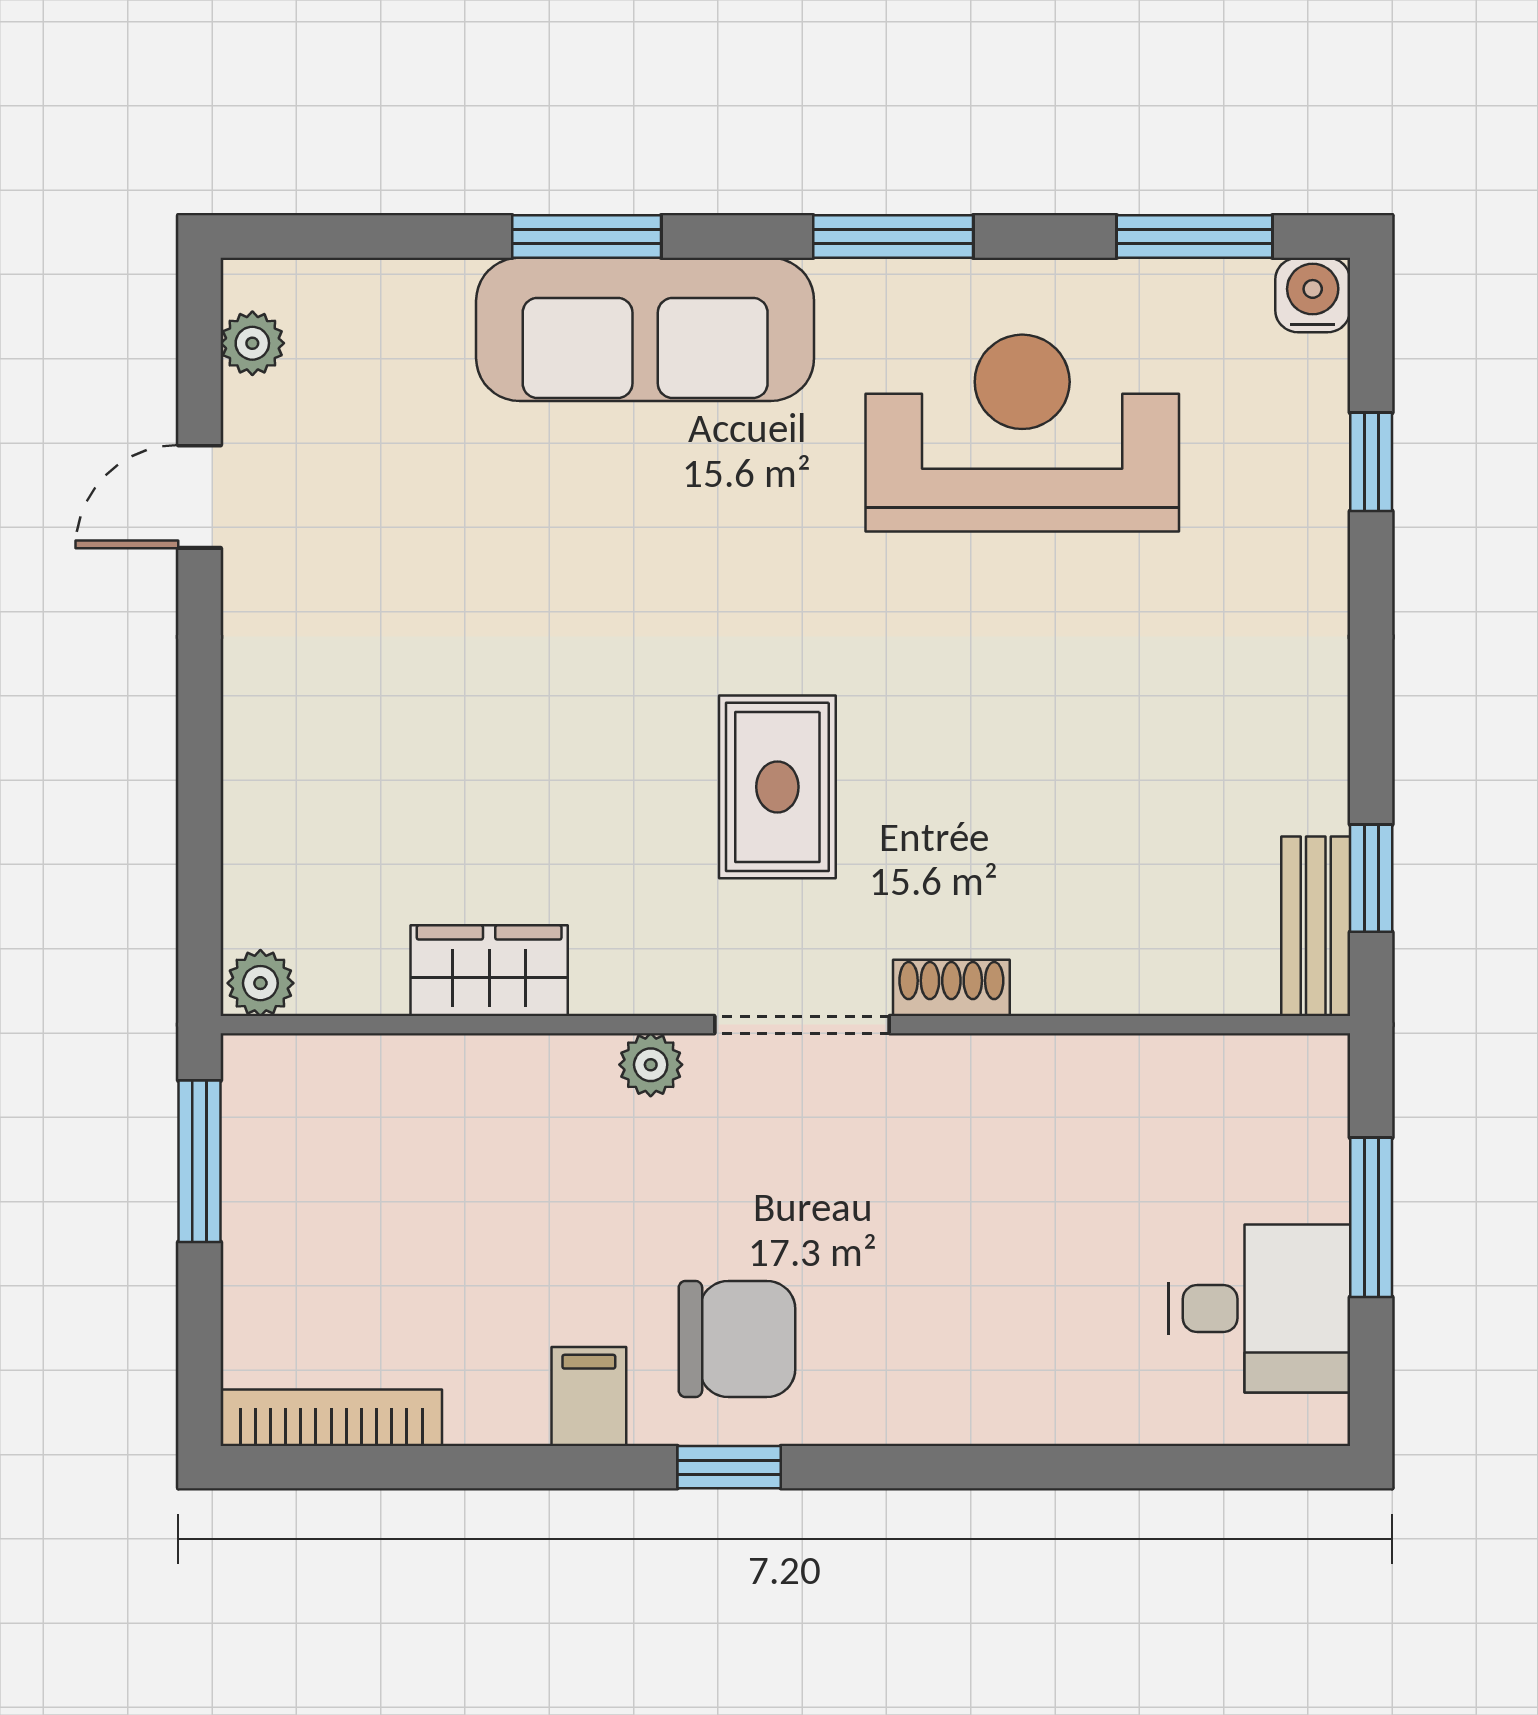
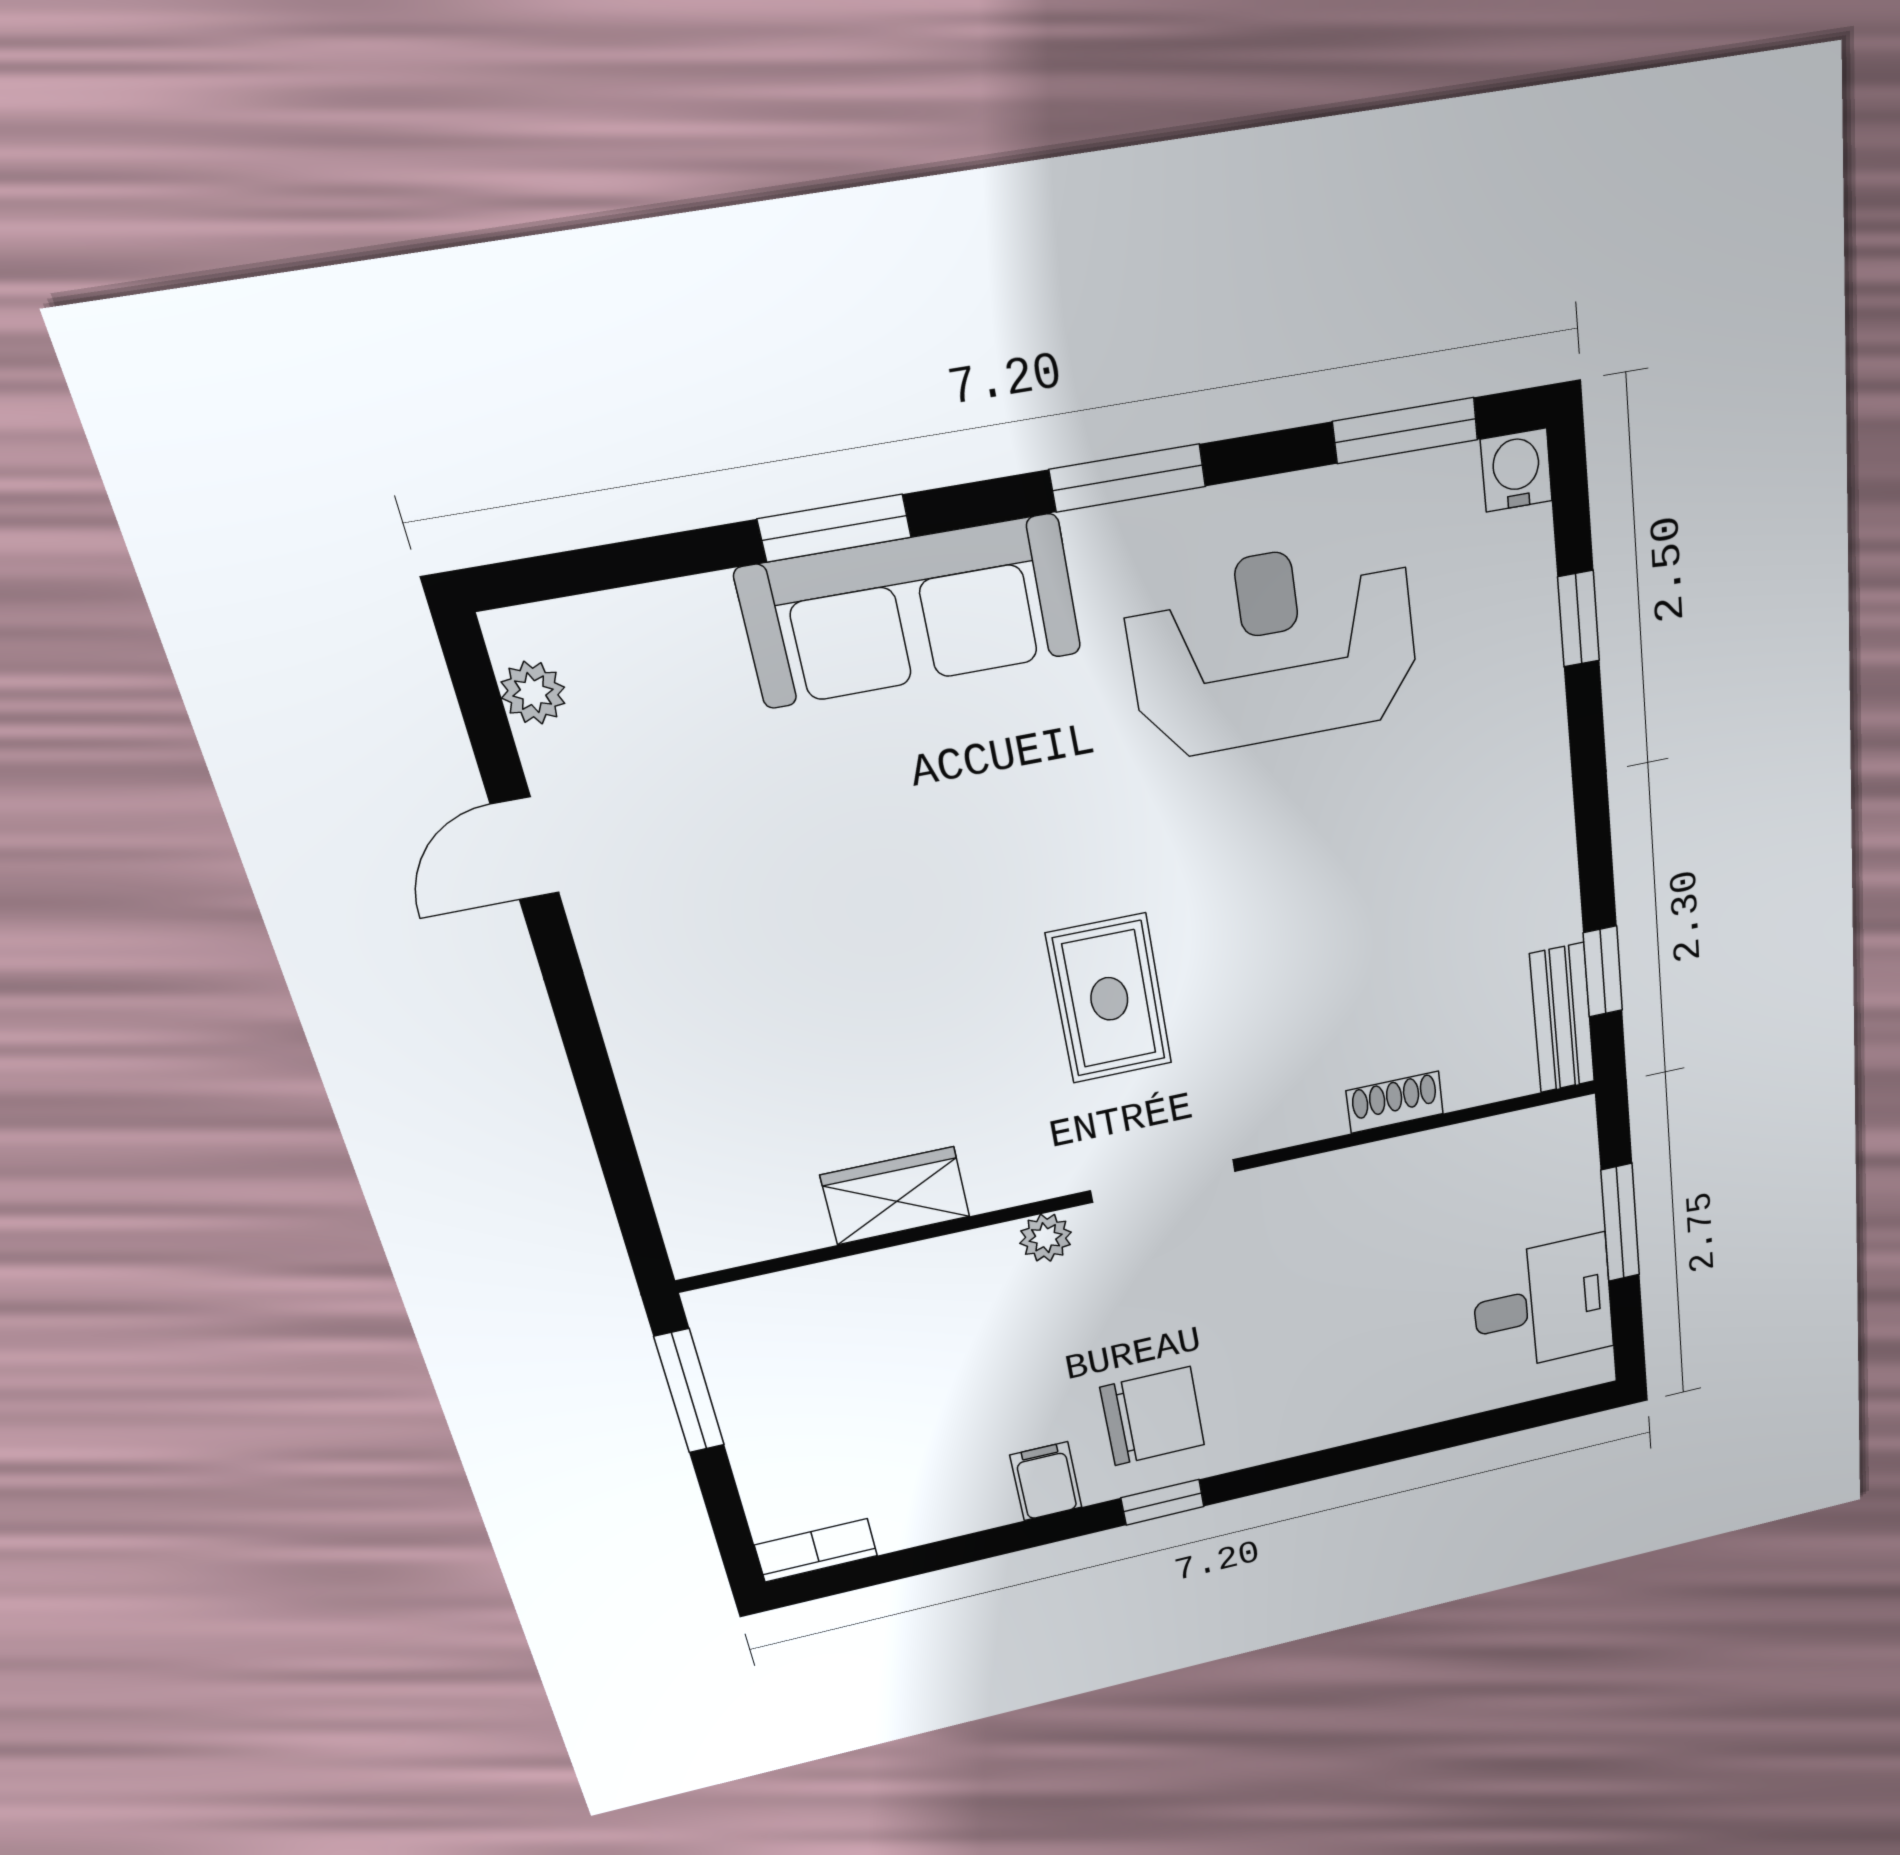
plant: (260, 983) -> (702, 1247), removed
shoe rack: (951, 988) -> (1395, 1102), moved
bookcase: (331, 1418) -> (816, 1550), width x0.64

